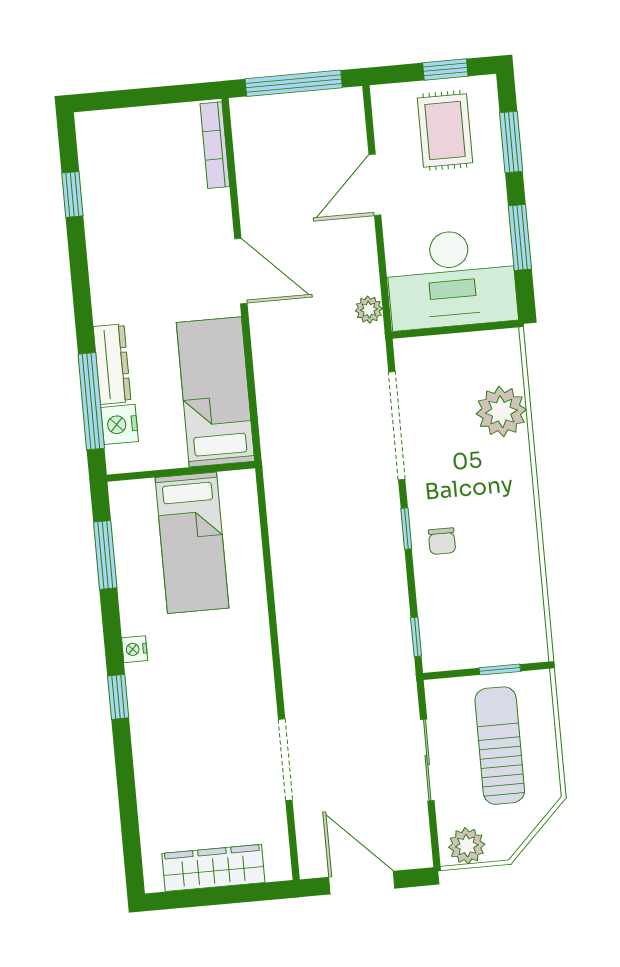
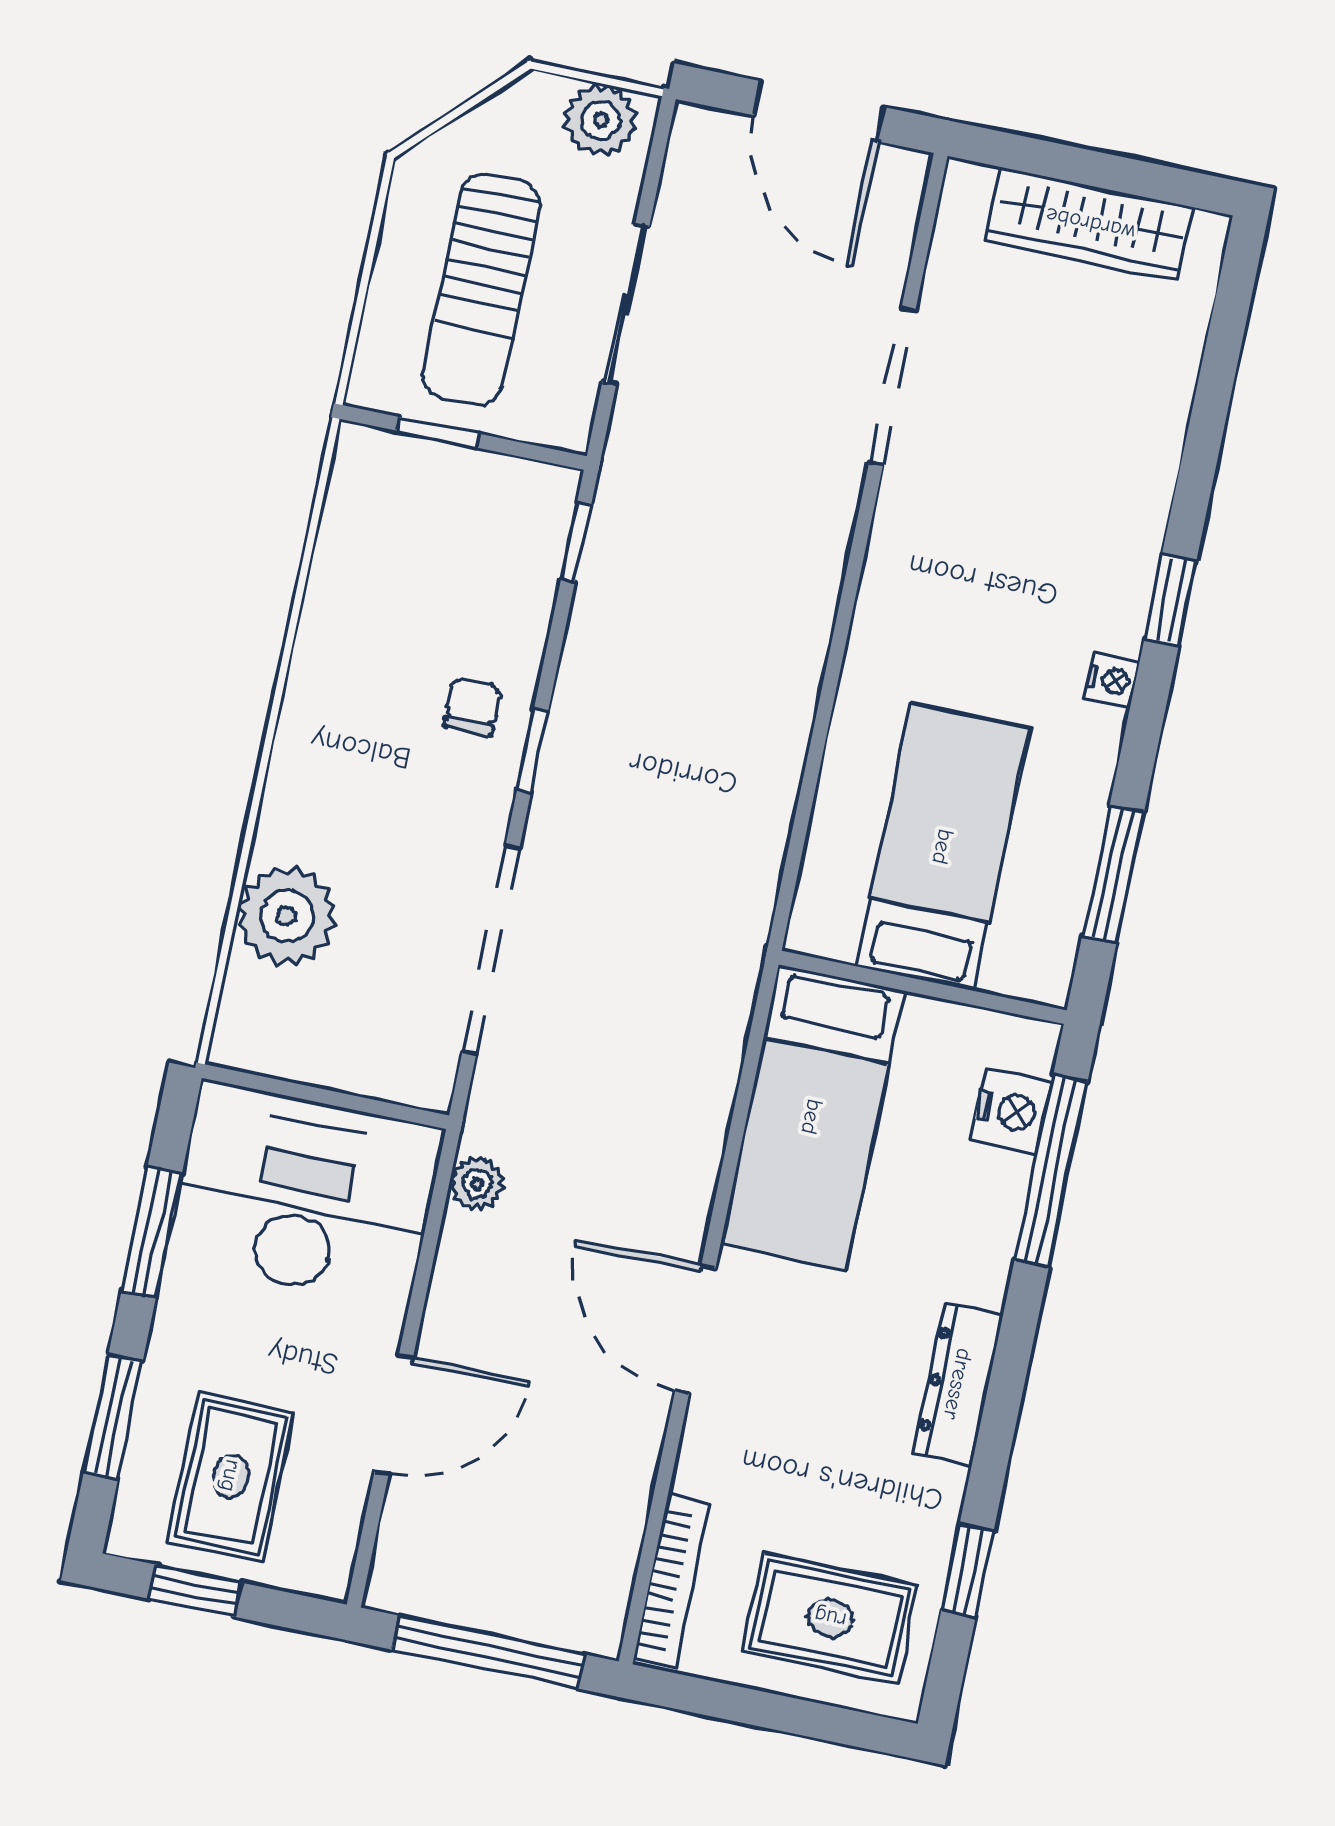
rug: (132, 151) -> (830, 1618), added
dresser: (112, 364) -> (958, 1384), moved

